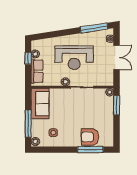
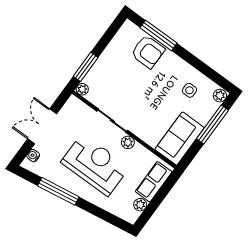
window: (94, 28) -> (58, 191), moved
window: (28, 58) -> (153, 206), removed

